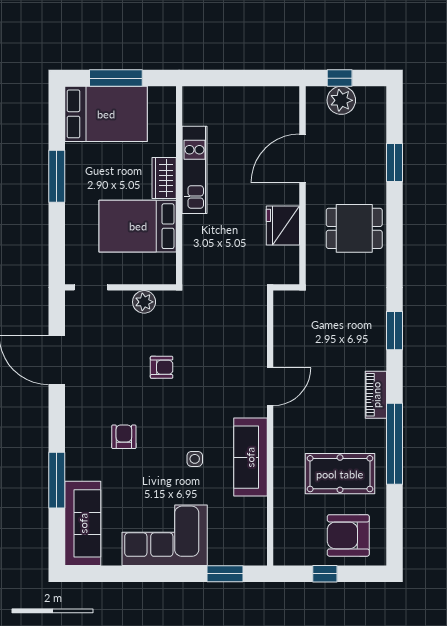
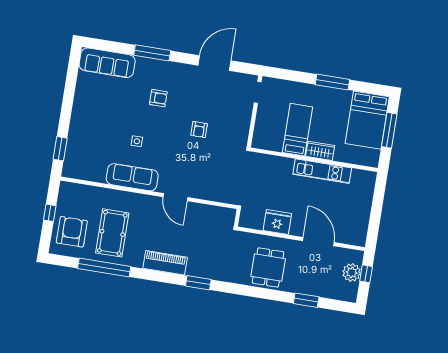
bed: (138, 226) -> (298, 130), width x0.67
plant: (144, 302) -> (243, 125), removed
piano: (376, 395) -> (165, 263), width x1.37, depth x1.33
window: (395, 444) -> (104, 267), moved
window: (57, 480) -> (152, 53), moved
corner sofa: (165, 535) -> (91, 114), removed

